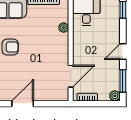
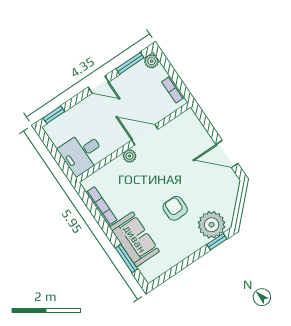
plant: (64, 28) -> (130, 156), moved
door: (71, 76) -> (145, 135), moved

